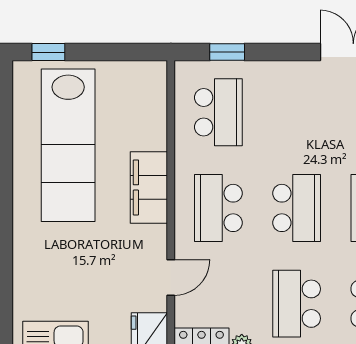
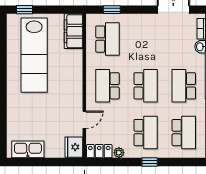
filing cabinet: (149, 187) -> (74, 31), moved
school desk: (297, 304) -> (146, 133), turned 180

